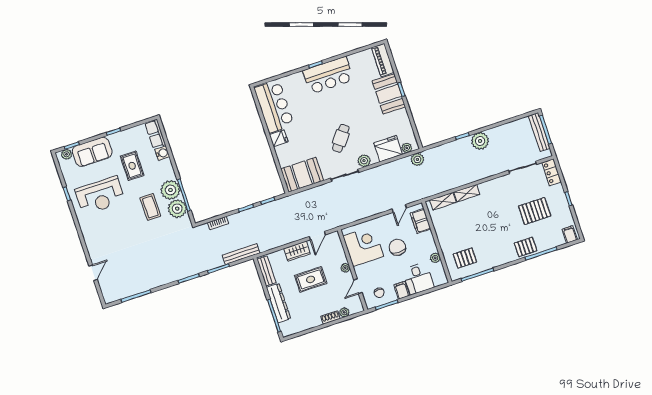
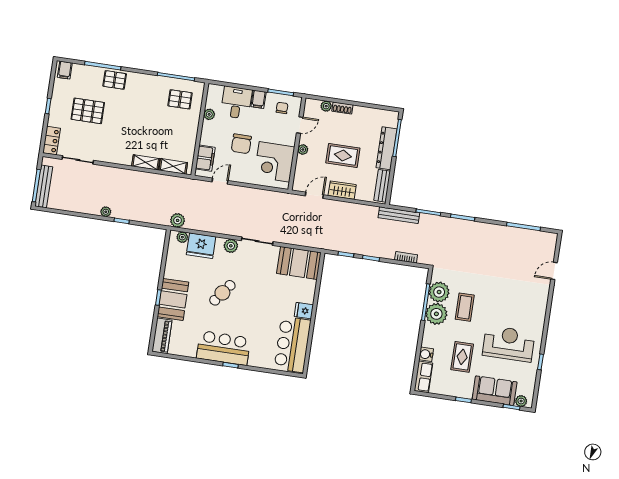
cafe table: (341, 138) -> (222, 293), moved
plant: (480, 141) -> (106, 212), width x0.53, depth x0.53

